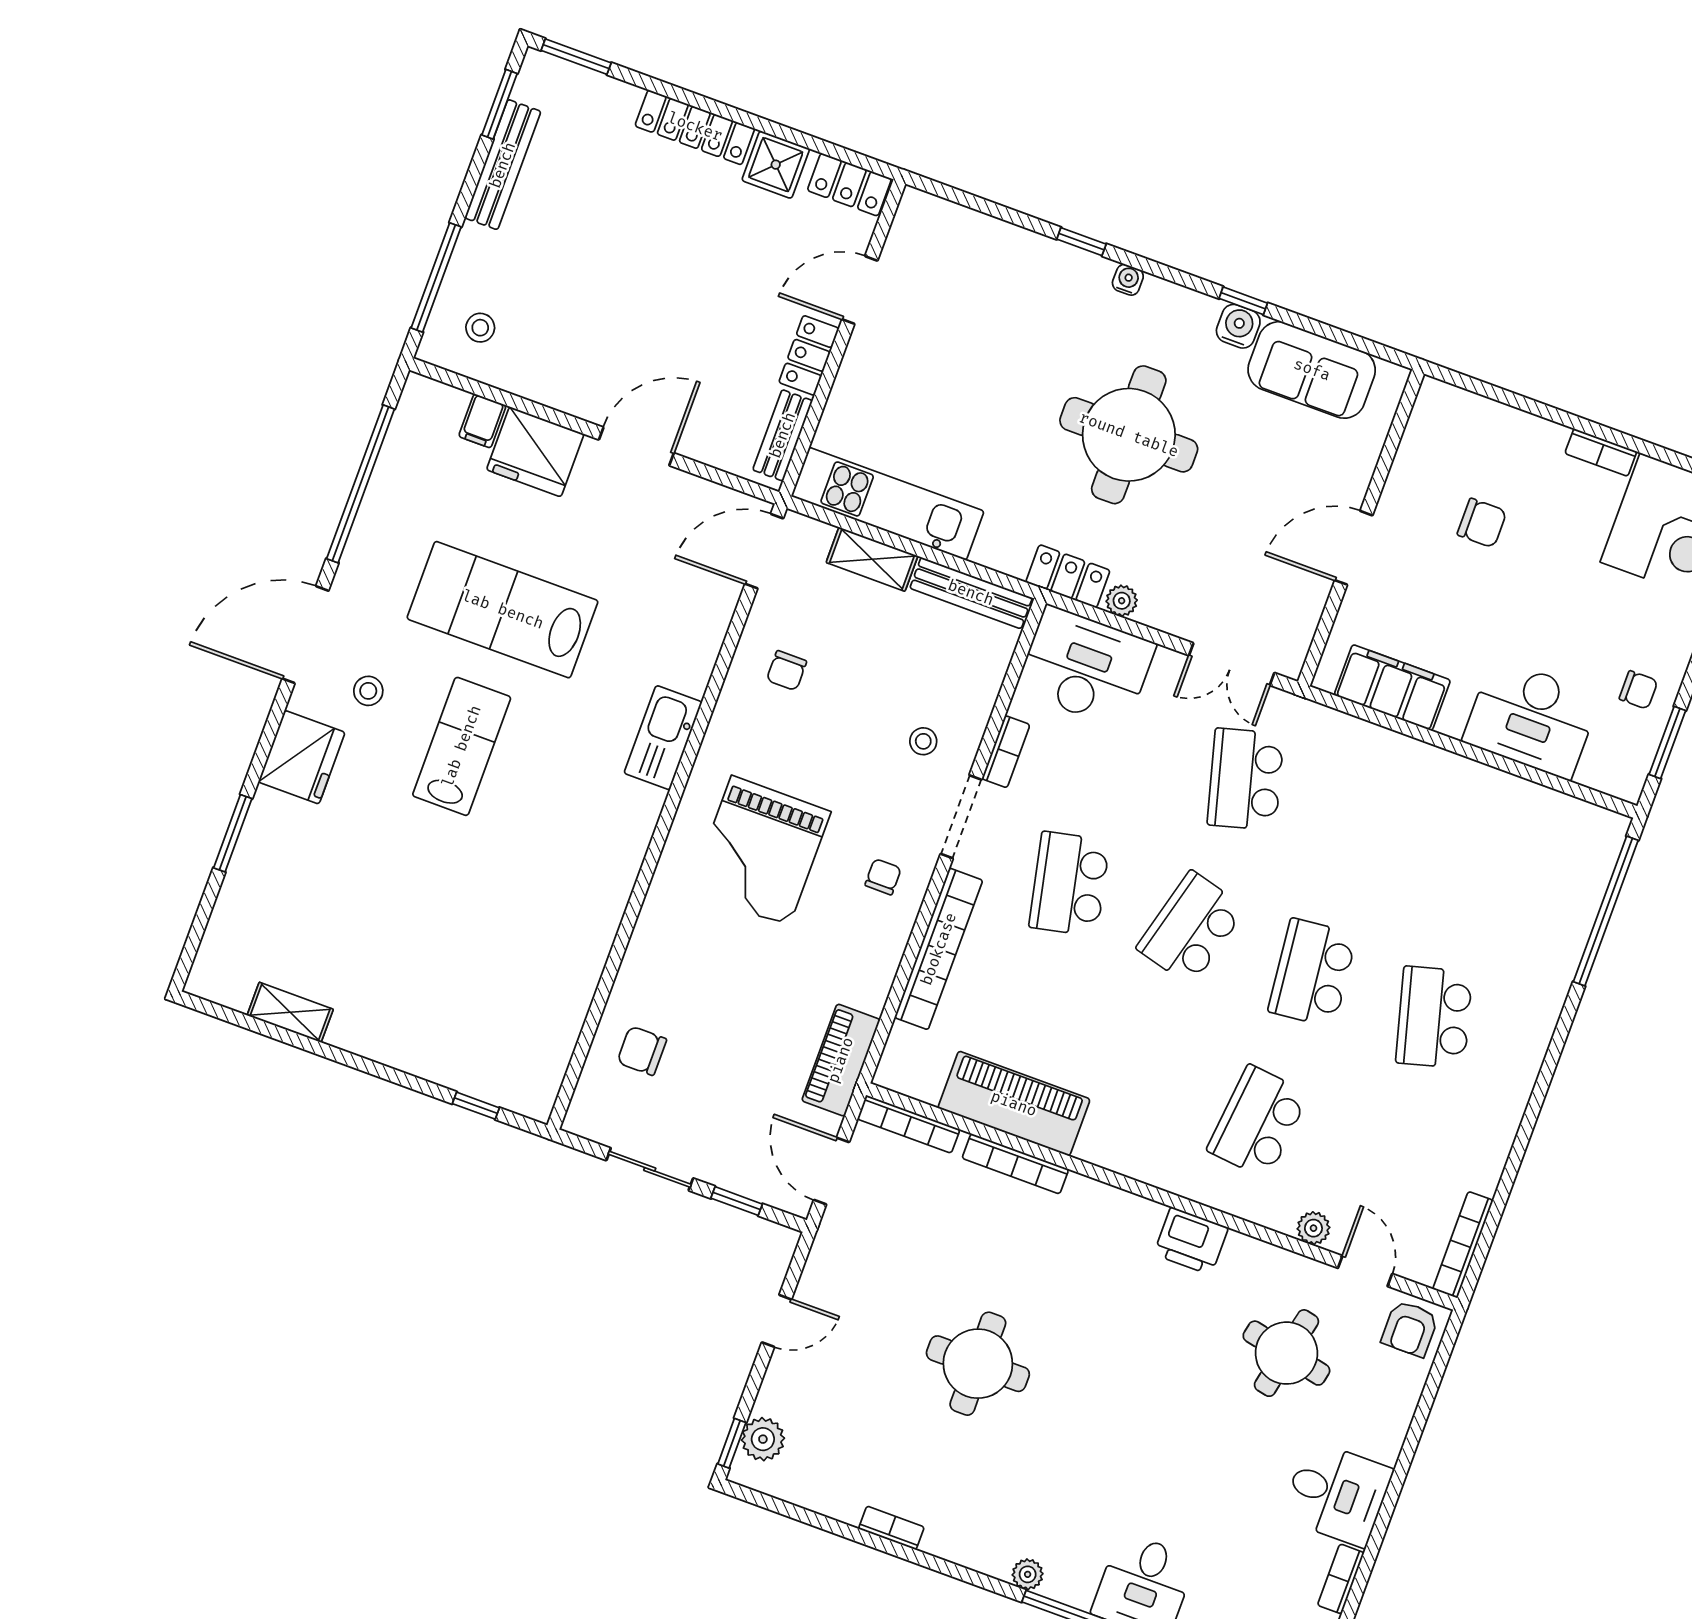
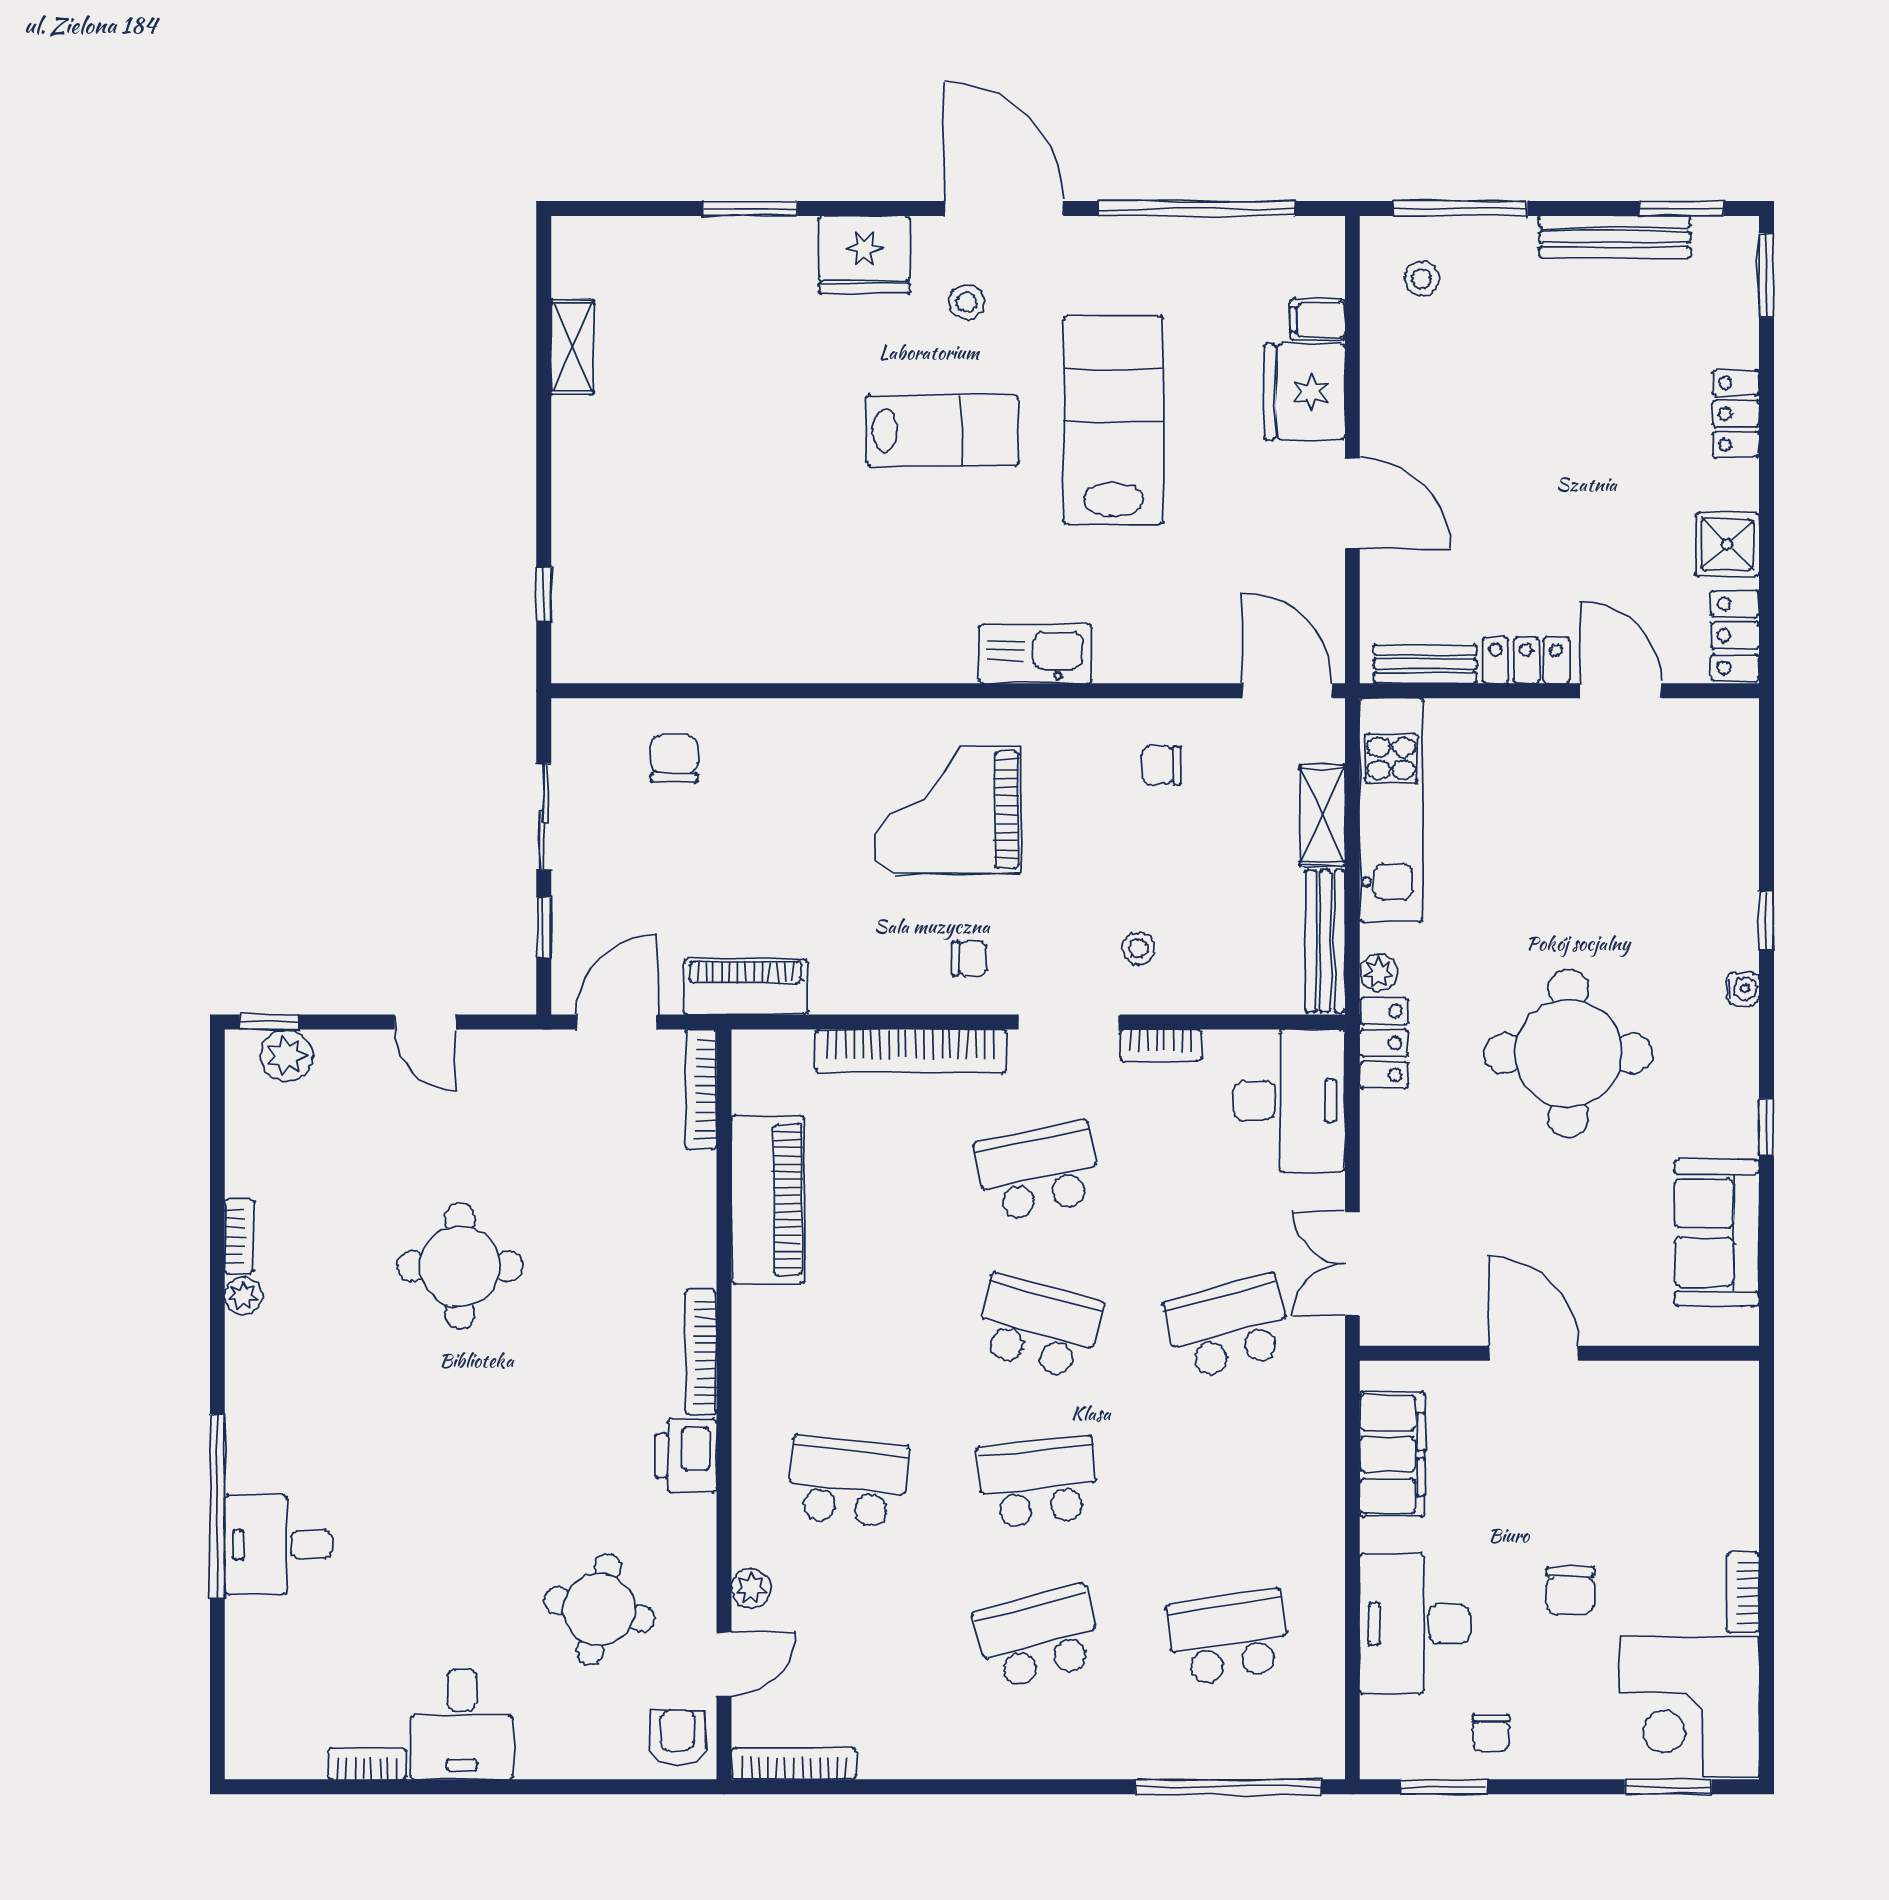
locker: (695, 127) -> (1736, 414), width x0.66
water cooler: (1238, 326) -> (1736, 1132), removed
chair: (1482, 523) -> (1570, 1591), moved
plant: (1122, 601) -> (1379, 972), moved
school desk: (1489, 868) -> (1229, 1637), added
bookcase: (1015, 1164) -> (701, 1352), moved
armchair: (1410, 1329) -> (678, 1738), turned 90
plant: (1028, 1574) -> (243, 1296), moved

